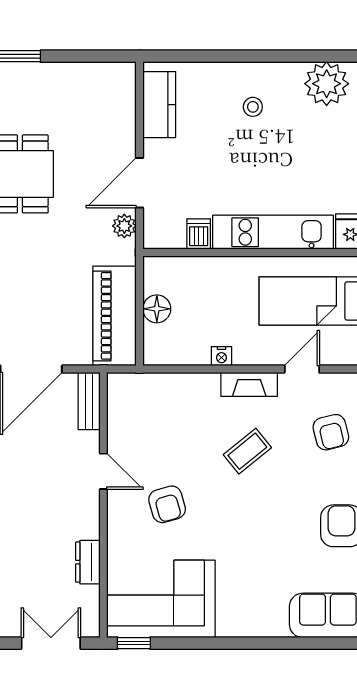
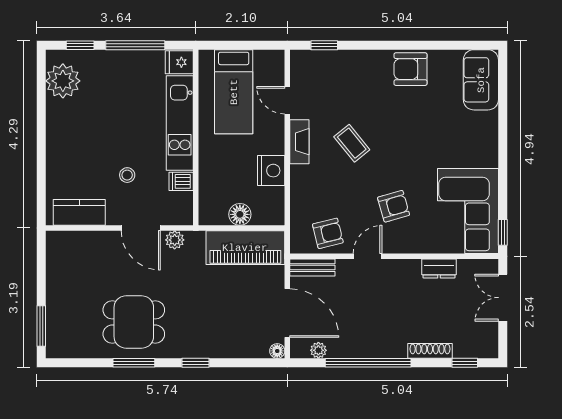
stool: (253, 107) -> (127, 175), moved
nightstand: (222, 356) -> (271, 171), width x1.89, depth x1.79
armchair: (331, 432) -> (328, 233), moved

